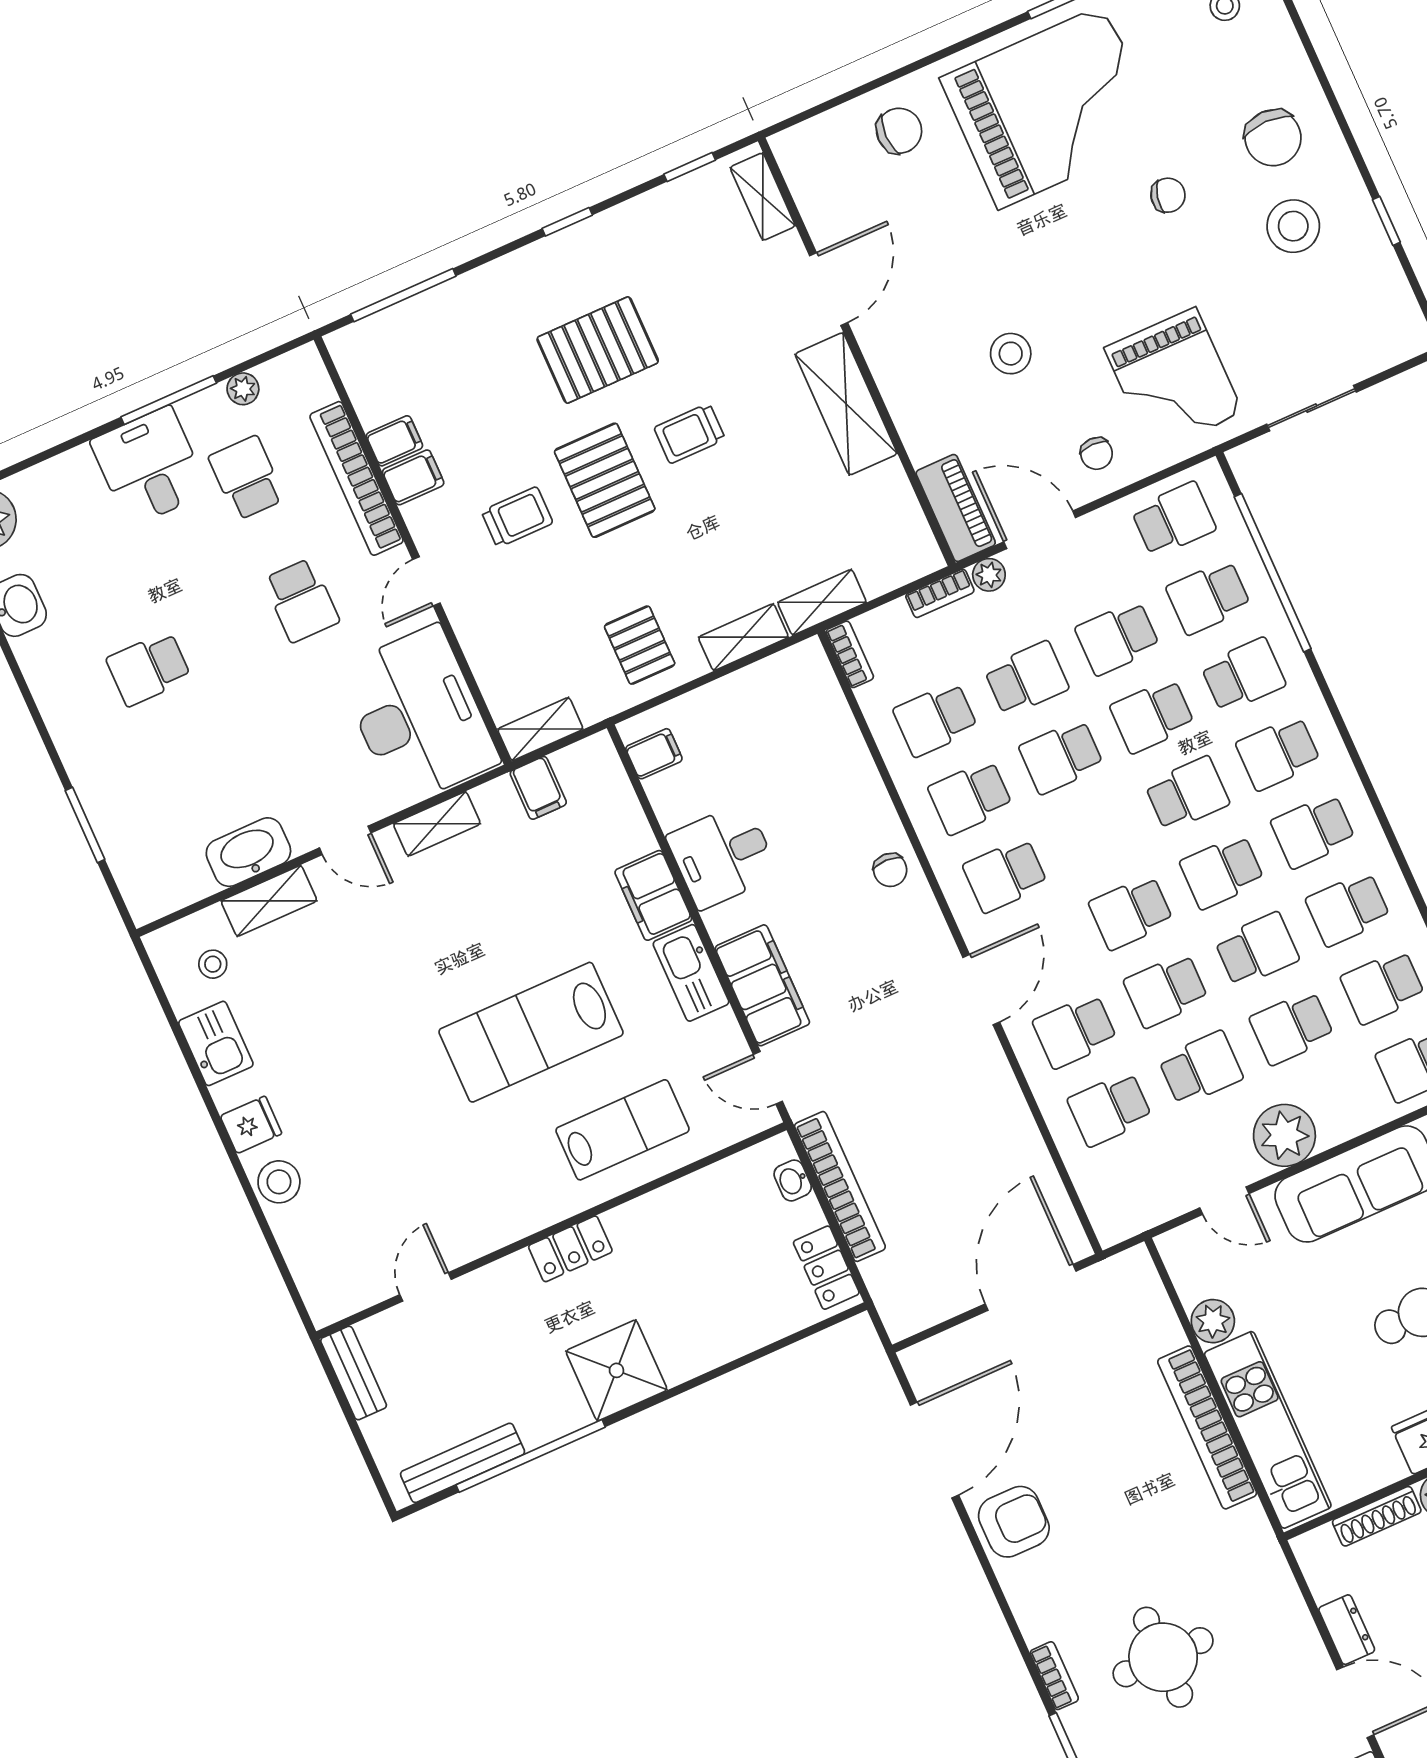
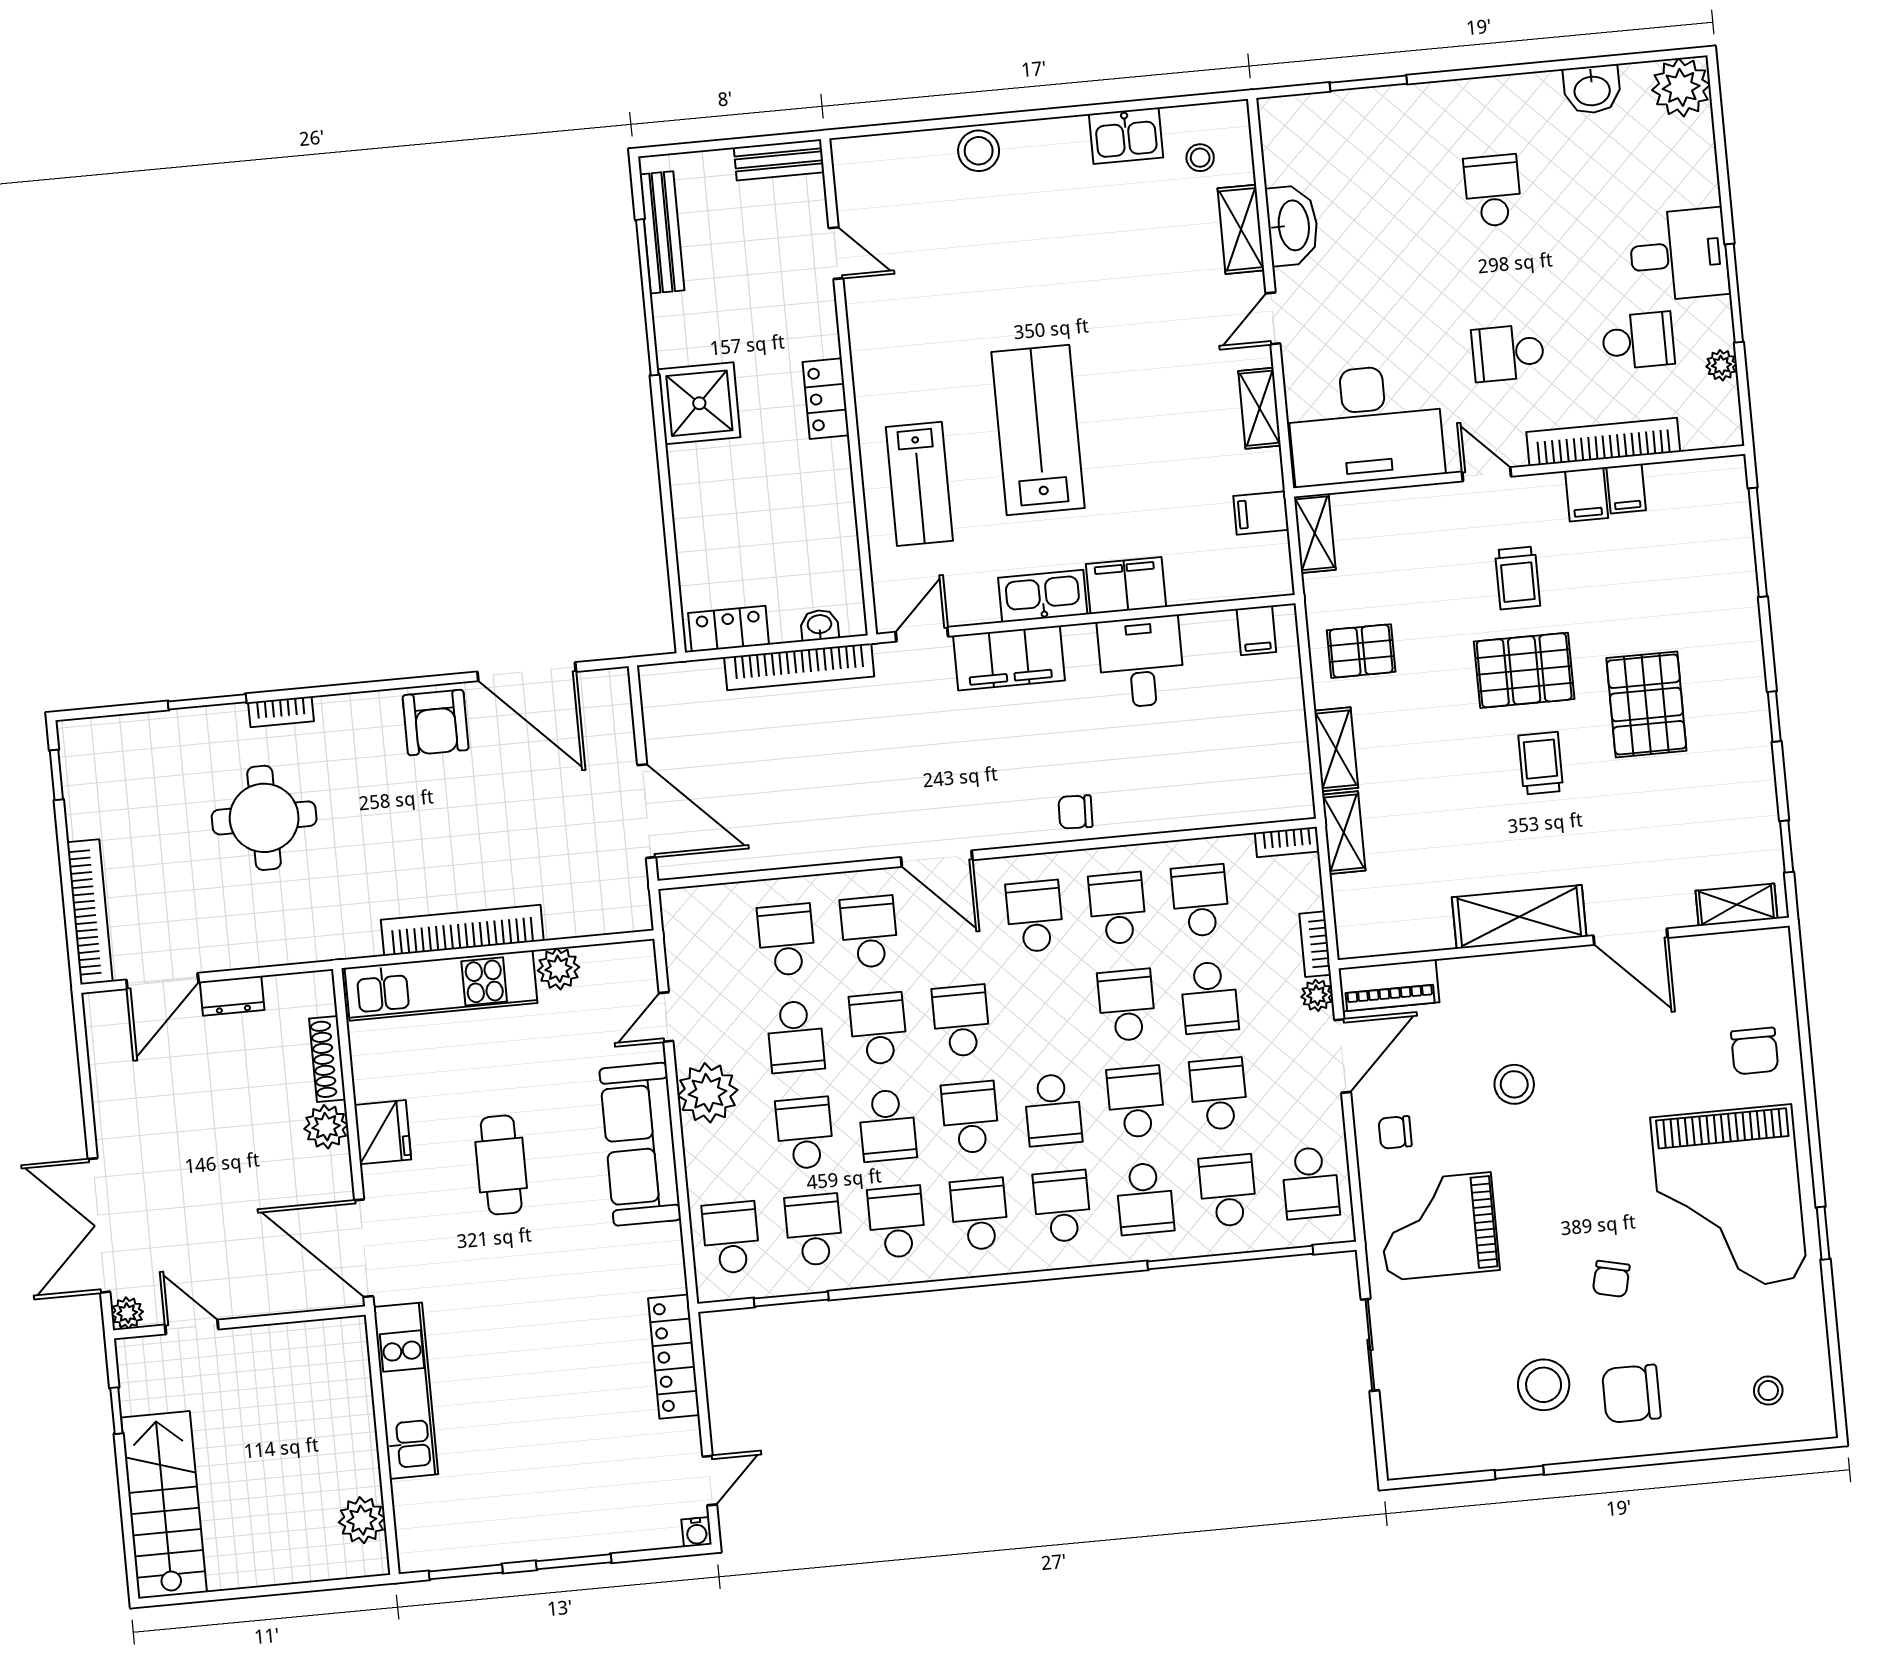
fridge: (251, 1125) -> (1040, 143), removed

